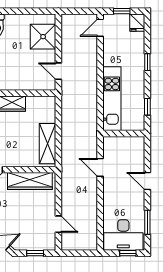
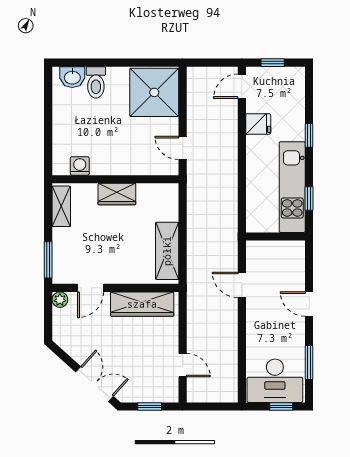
fridge: (137, 23) -> (258, 124), moved, turned -90
shower: (43, 37) -> (154, 92), width x1.37, depth x1.37
kitchen unit: (112, 99) -> (292, 187), moved, turned 180

